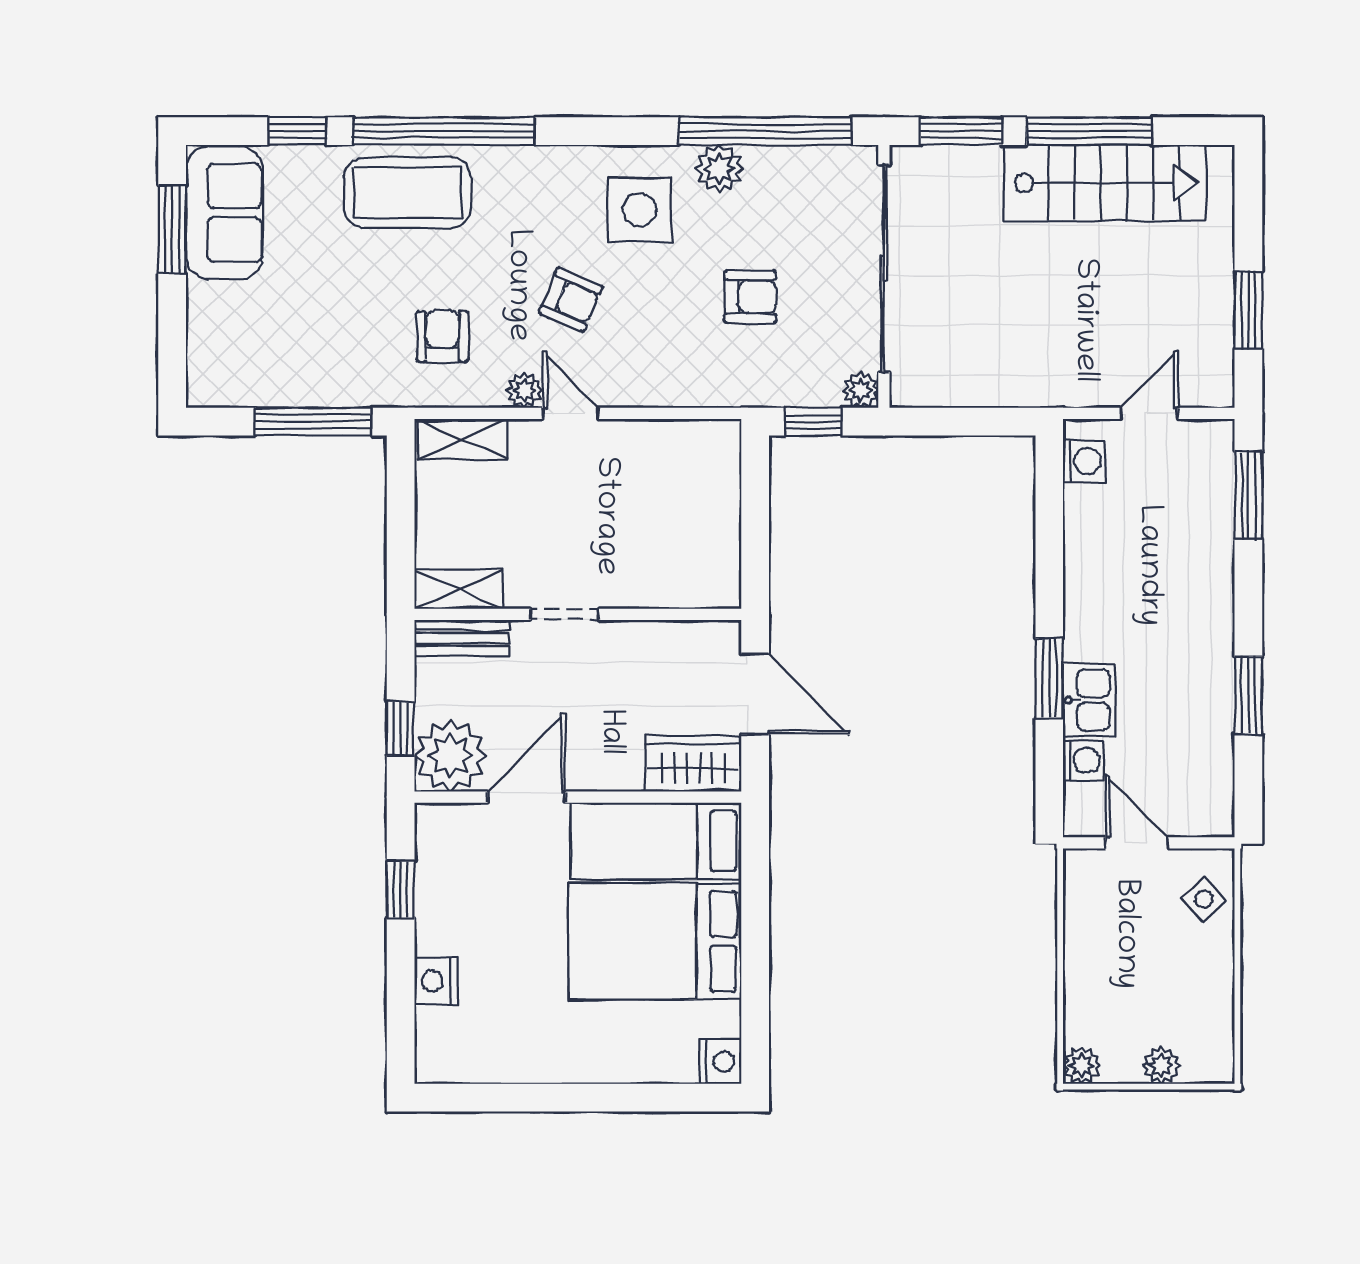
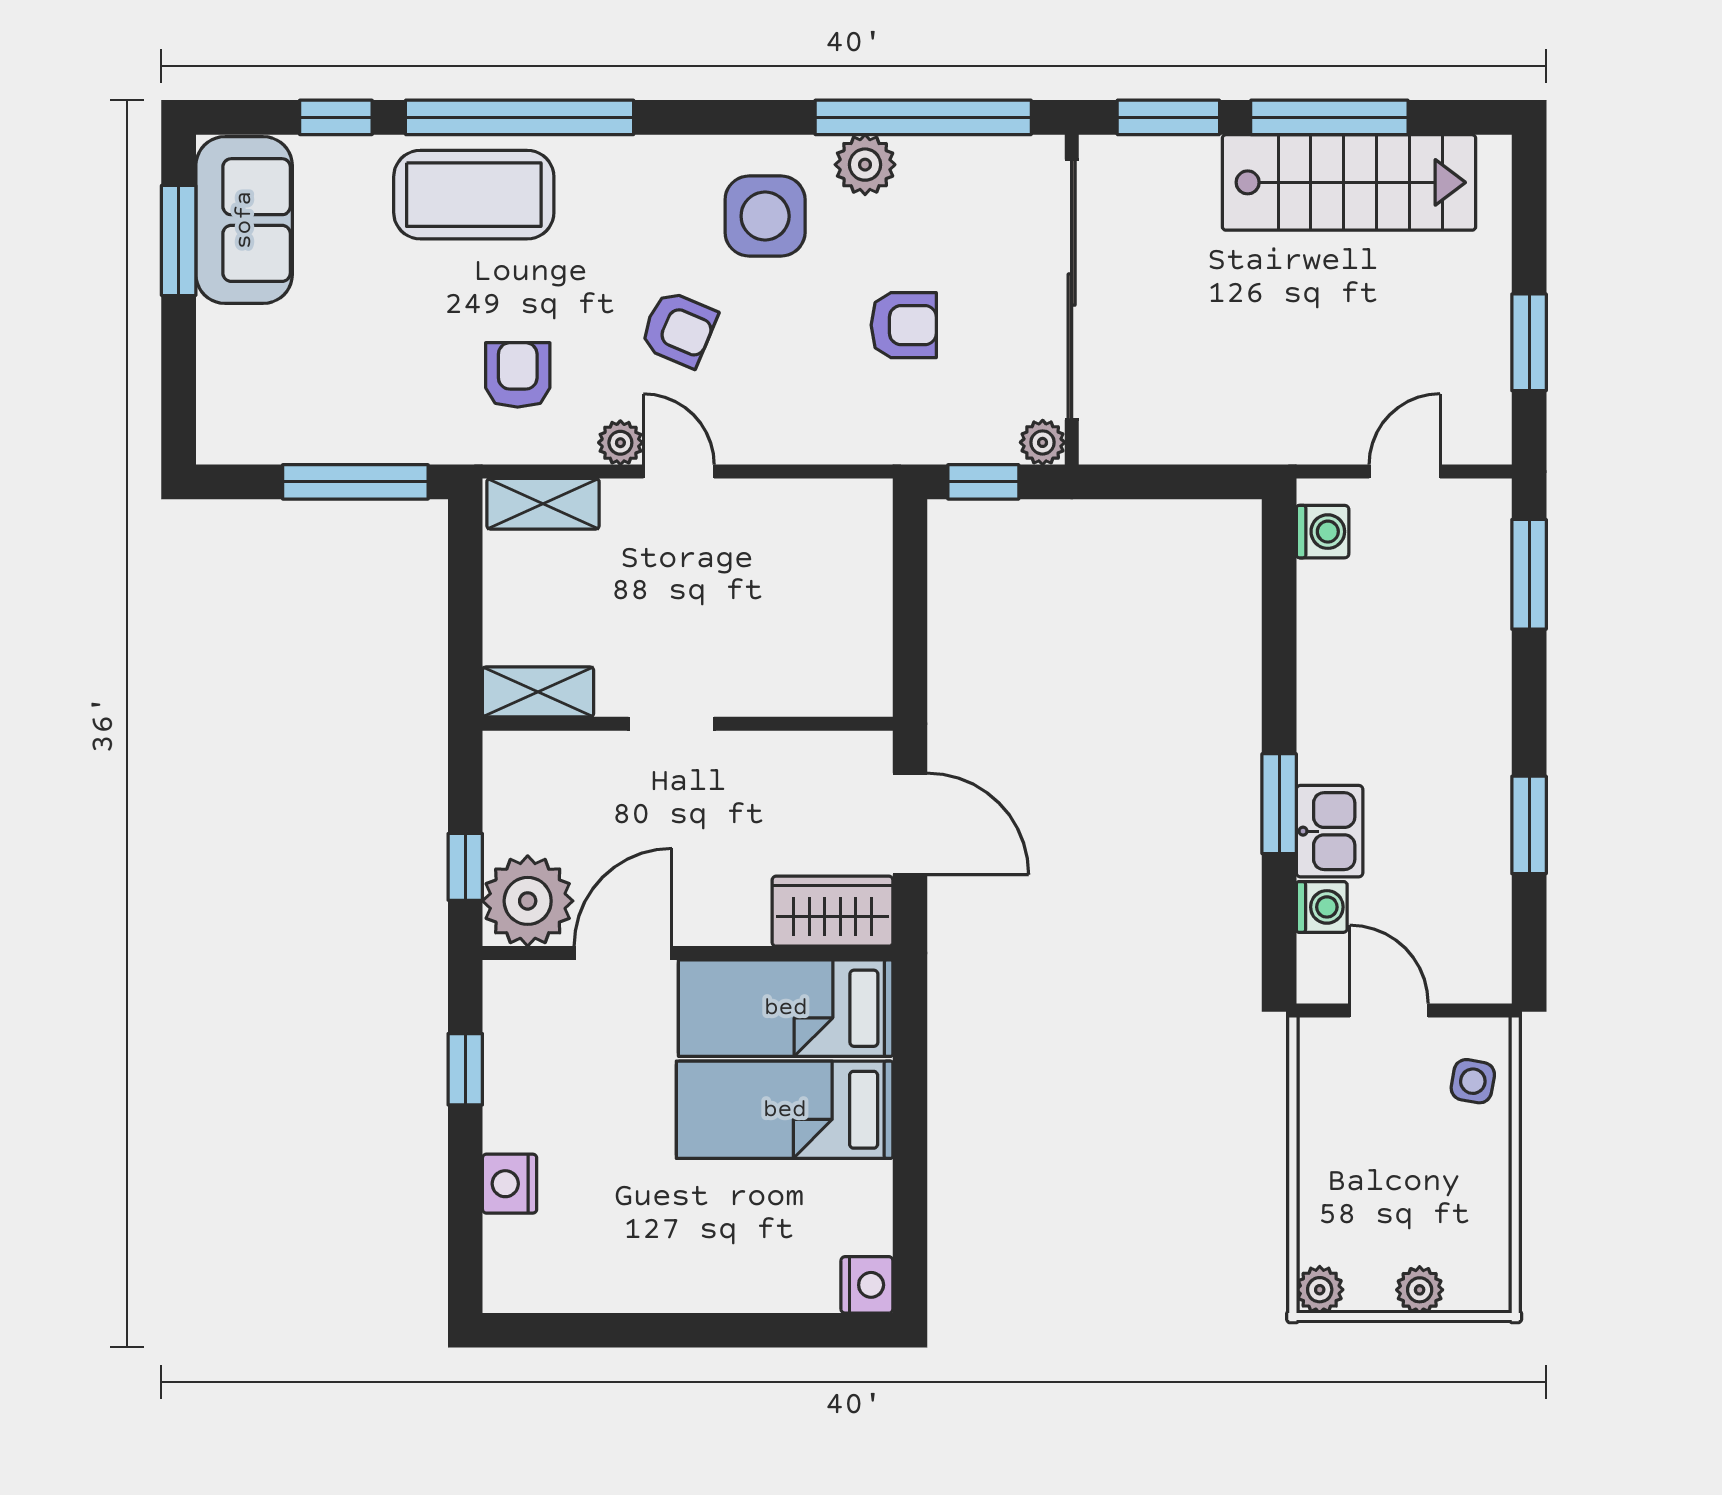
bench: (462, 638) -> (542, 753), removed
side table: (1204, 899) -> (1473, 1081), turned -38
bed: (655, 941) -> (785, 1110), width x0.67

